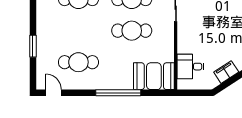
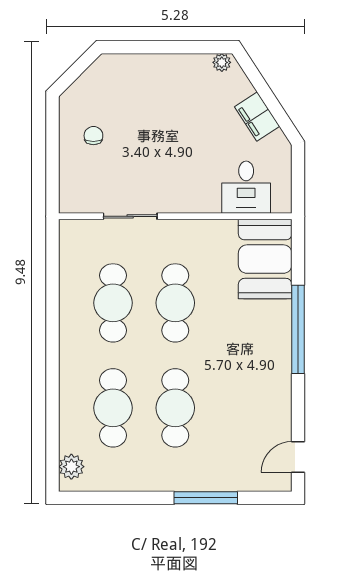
window: (33, 46) -> (206, 498), width x1.44
cafe table: (78, 62) -> (175, 408), moved

